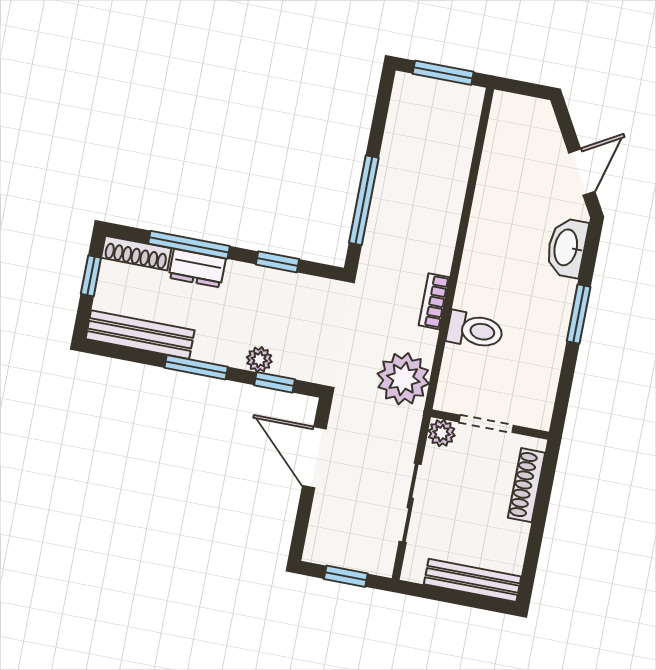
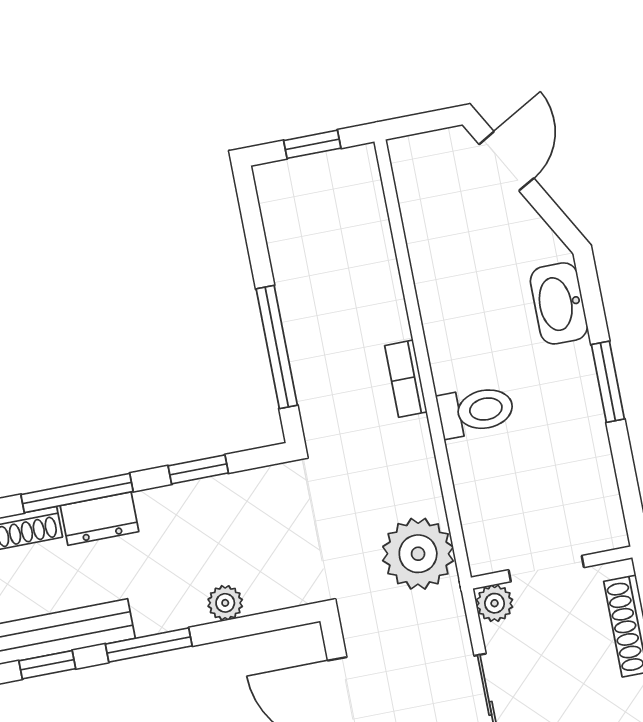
window: (443, 73) -> (312, 144), width x0.67
door: (582, 172) -> (506, 161), moved
bookcase: (434, 301) -> (406, 379), moved
toilet: (475, 330) -> (476, 411), moved
window: (275, 382) -> (47, 665), moved

